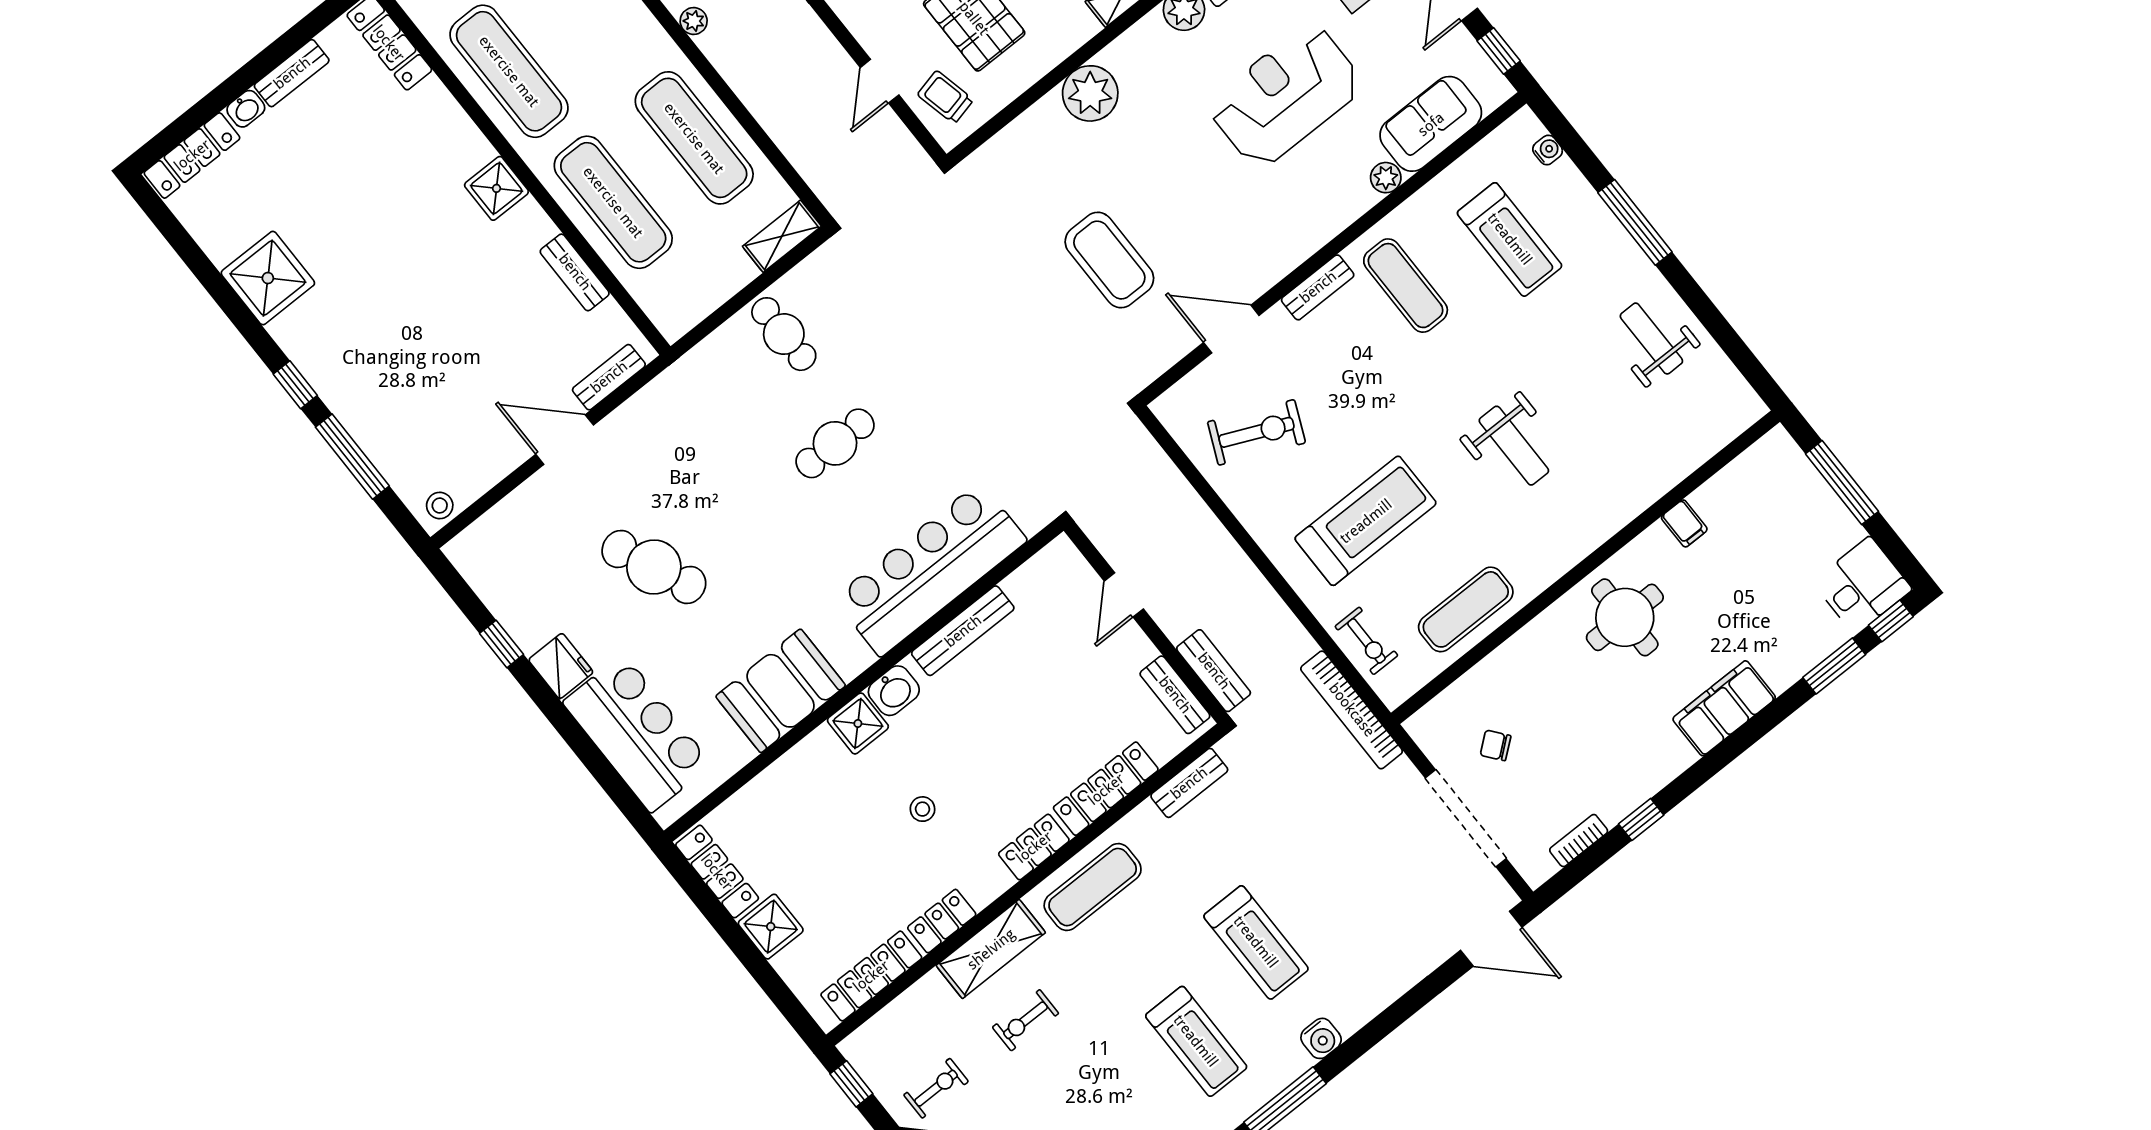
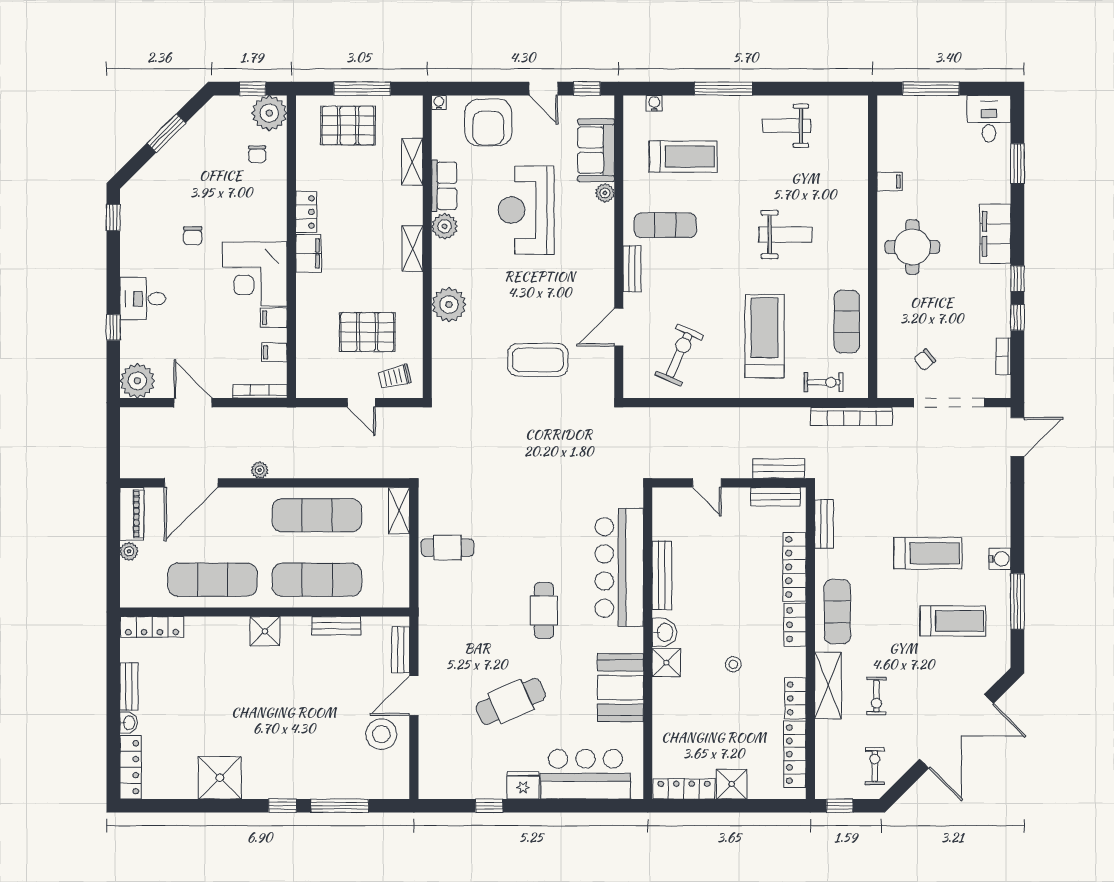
cafe table: (835, 443) -> (544, 610), moved
stool: (440, 505) -> (381, 734), moved, width x1.89, depth x1.89
window: (1891, 621) -> (1017, 278), moved

